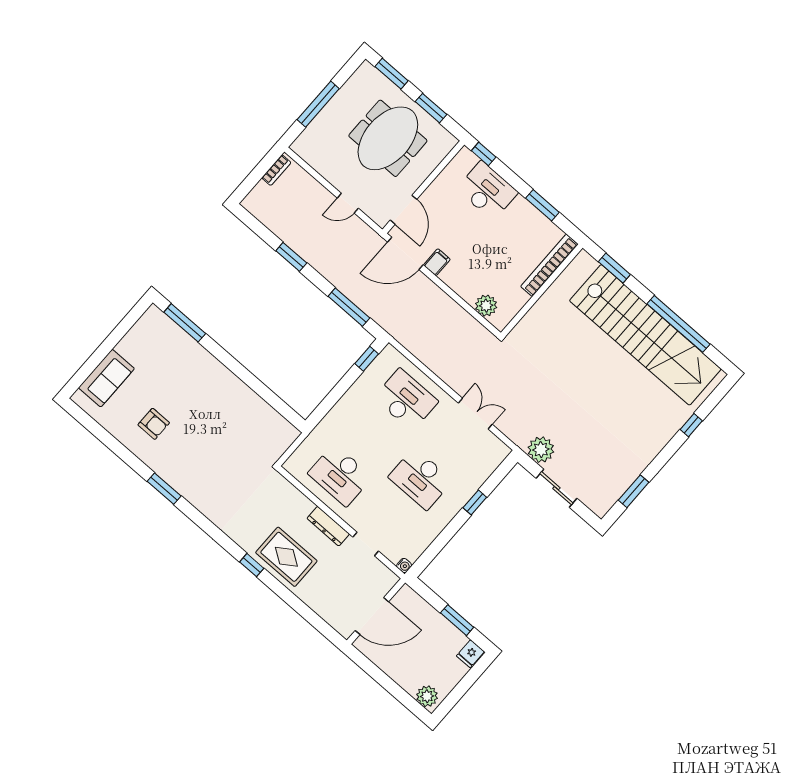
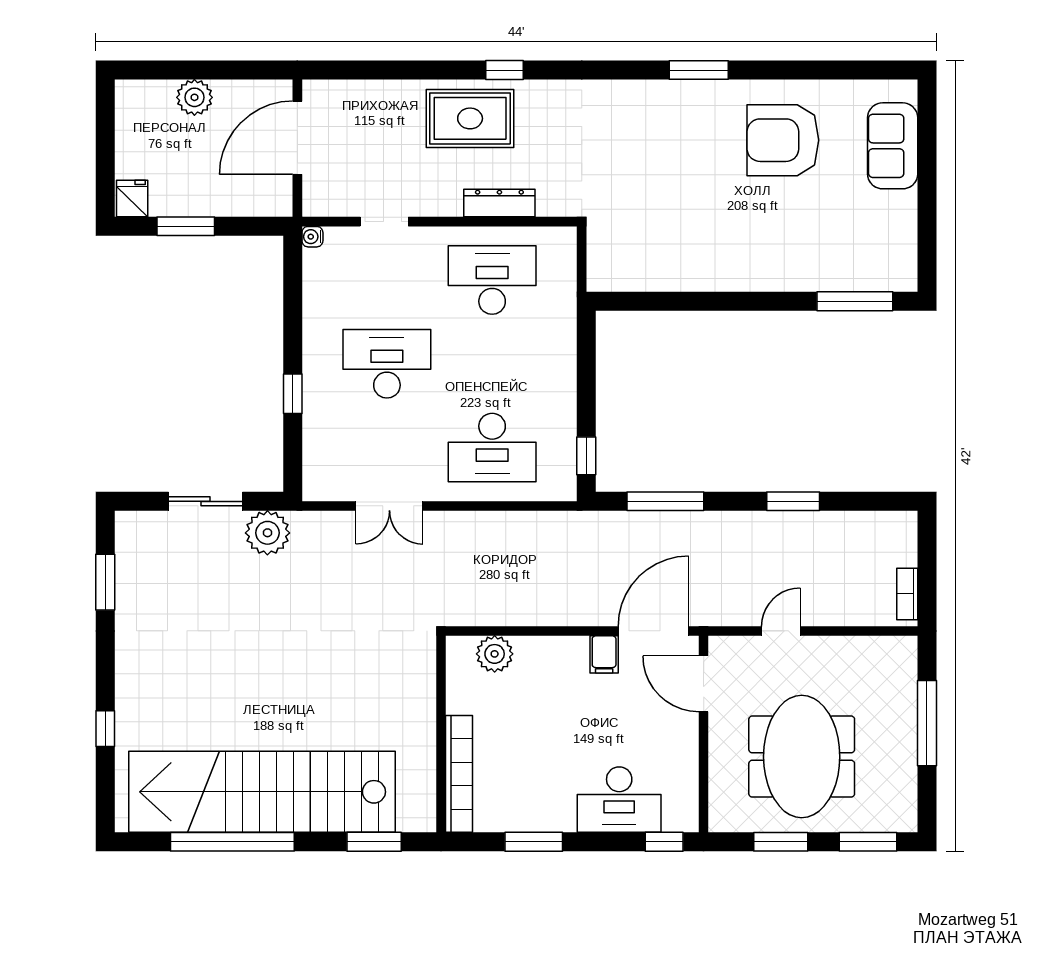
armchair: (154, 424) -> (783, 140), width x1.88, depth x1.88
dresser: (328, 526) -> (499, 203), moved
plant: (427, 696) -> (194, 97), moved

